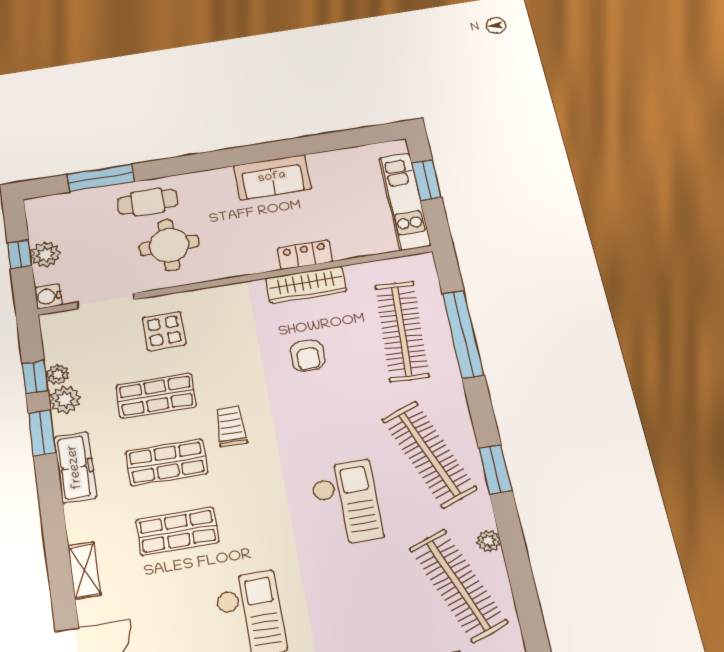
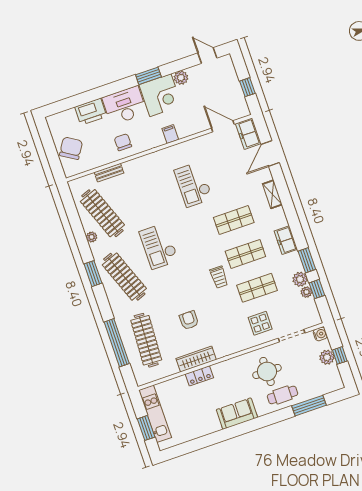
sofa: (272, 177) -> (237, 414), moved
freezer: (75, 467) -> (286, 240), width x0.71

